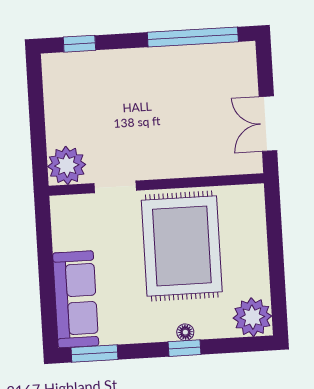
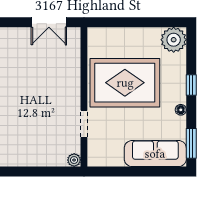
plant: (67, 165) -> (74, 160), width x0.53, depth x0.53
floor lamp: (185, 332) -> (181, 110), moved

